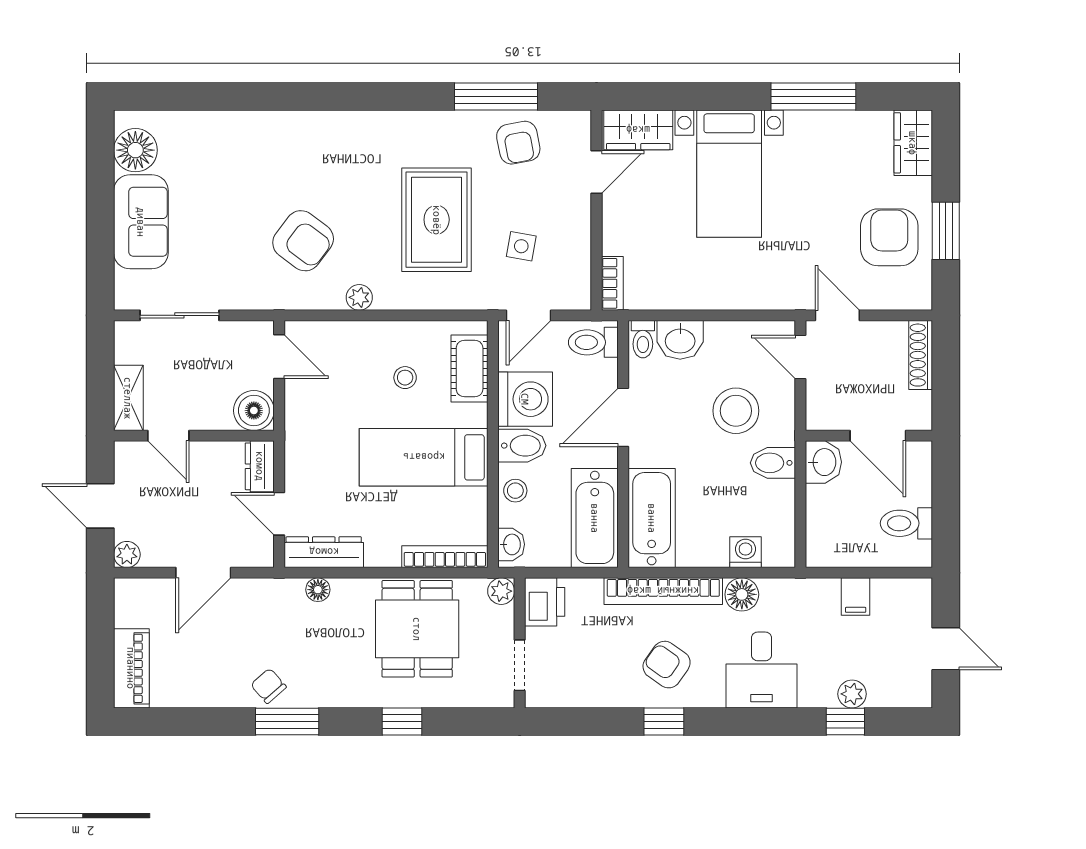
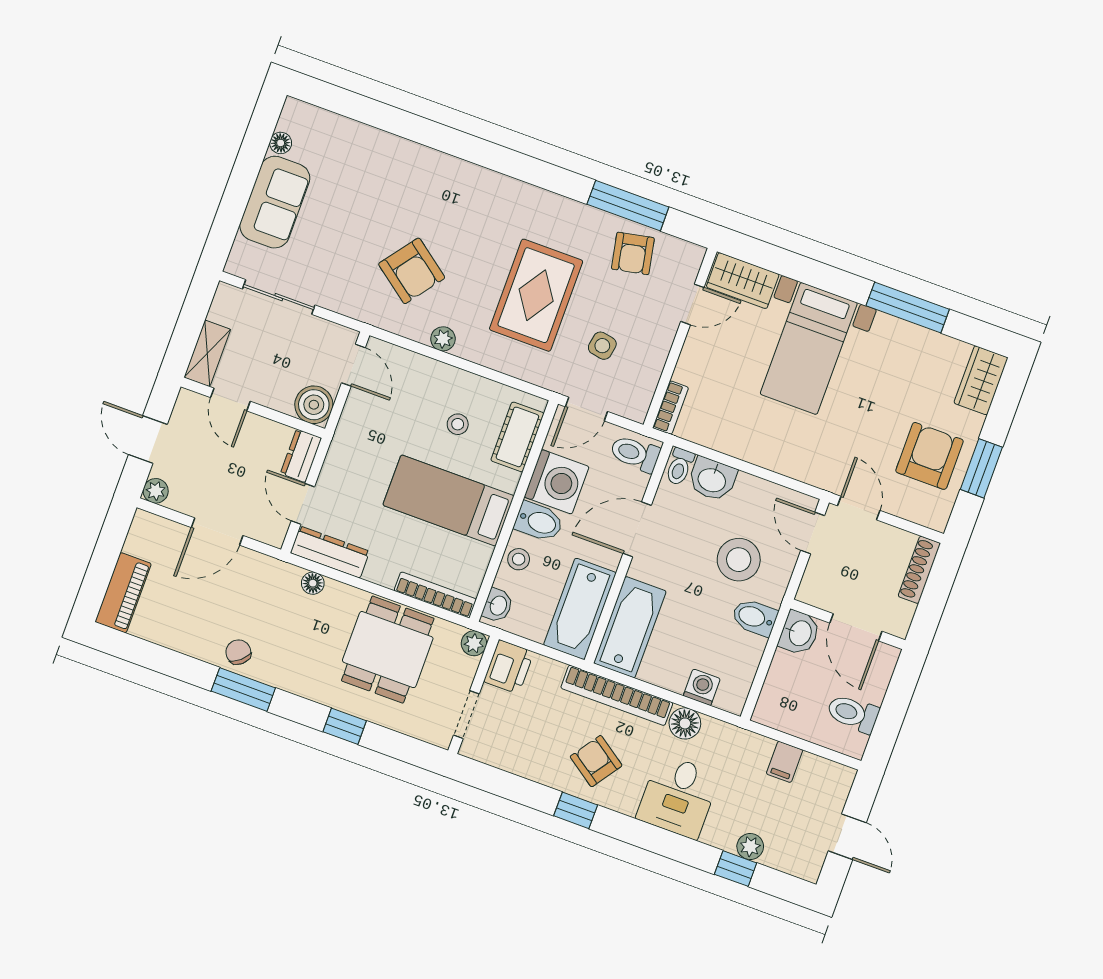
floor lamp: (135, 150) -> (281, 143), width x0.53, depth x0.53

